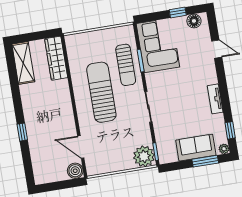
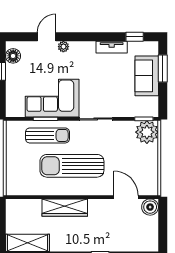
corner sofa: (158, 45) -> (52, 98), moved
wardrobe: (56, 58) -> (65, 208), moved
tv unit: (215, 99) -> (112, 47), moved
door: (81, 147) -> (126, 197), swing flipped
plant: (224, 149) -> (63, 47), moved

